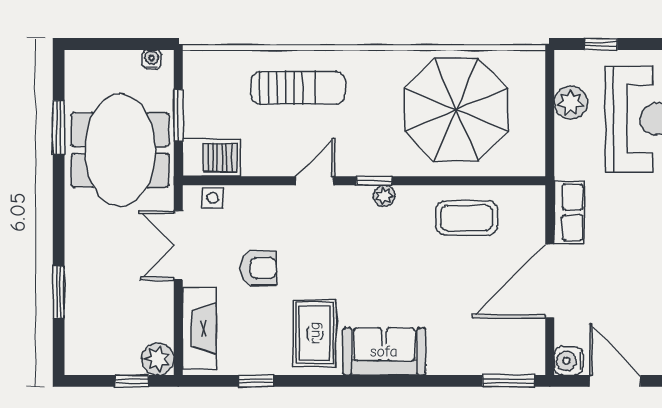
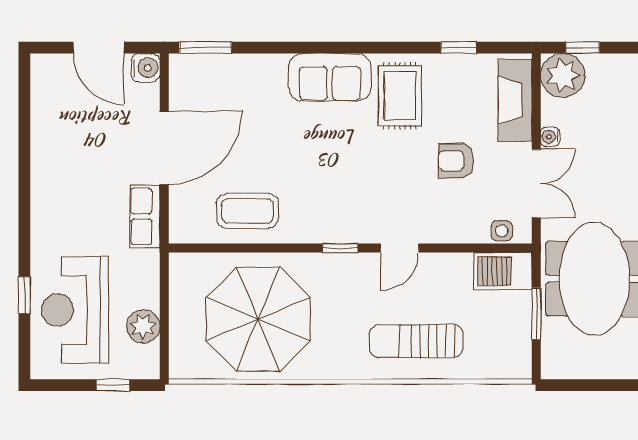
water cooler: (152, 59) -> (550, 137), moved, turned 90
plant: (384, 196) -> (330, 233), removed
plant: (158, 359) -> (563, 75), width x1.36, depth x1.36

